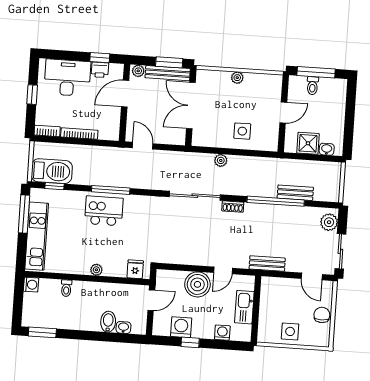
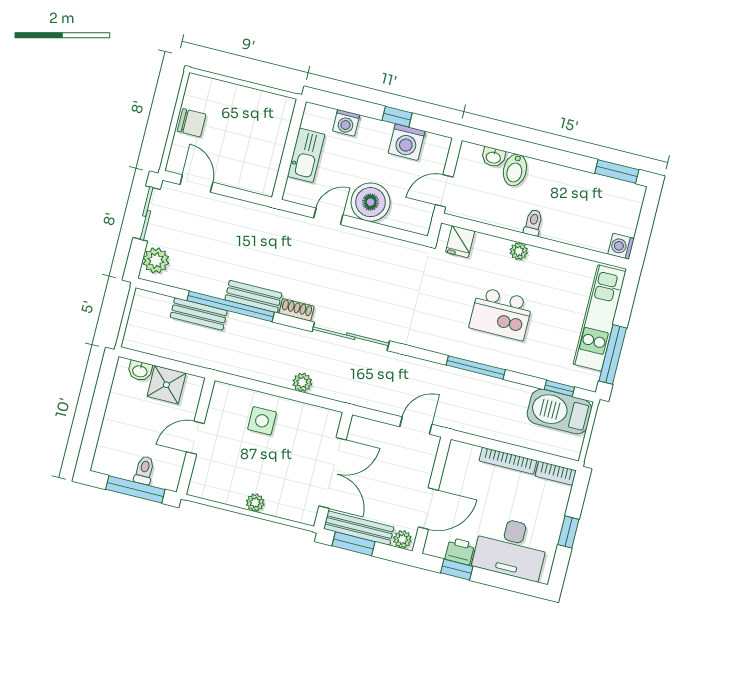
door: (143, 146) -> (416, 426), swing flipped
kitchen island: (104, 211) -> (501, 314), moved
bench: (267, 264) -> (253, 297), moved
toilet: (66, 288) -> (533, 223), moved
chair: (322, 315) -> (192, 123), turned -90
side table: (290, 331) -> (244, 107), removed

